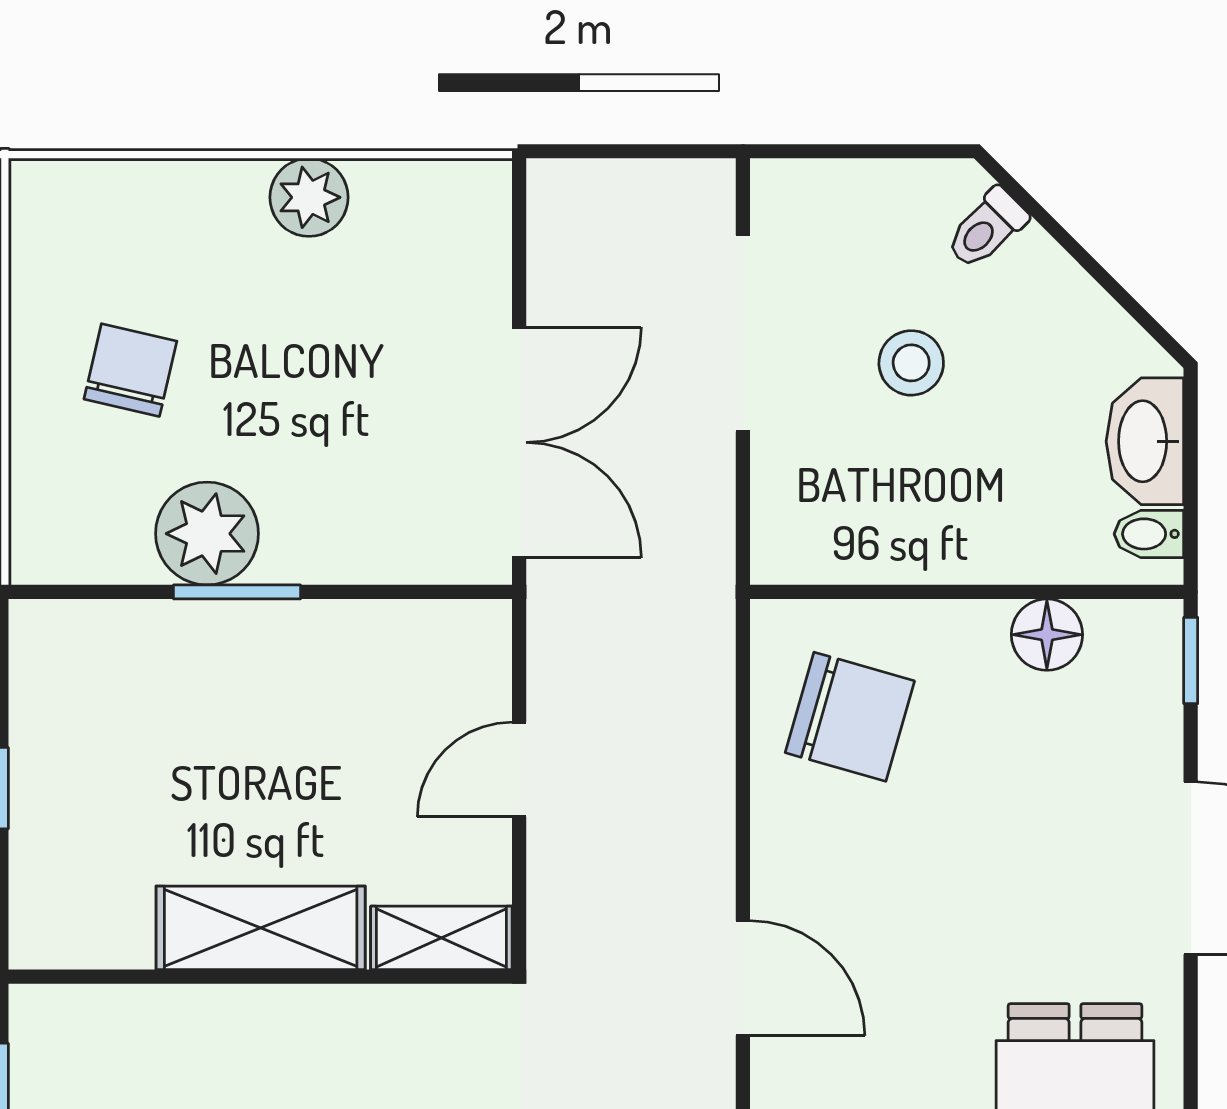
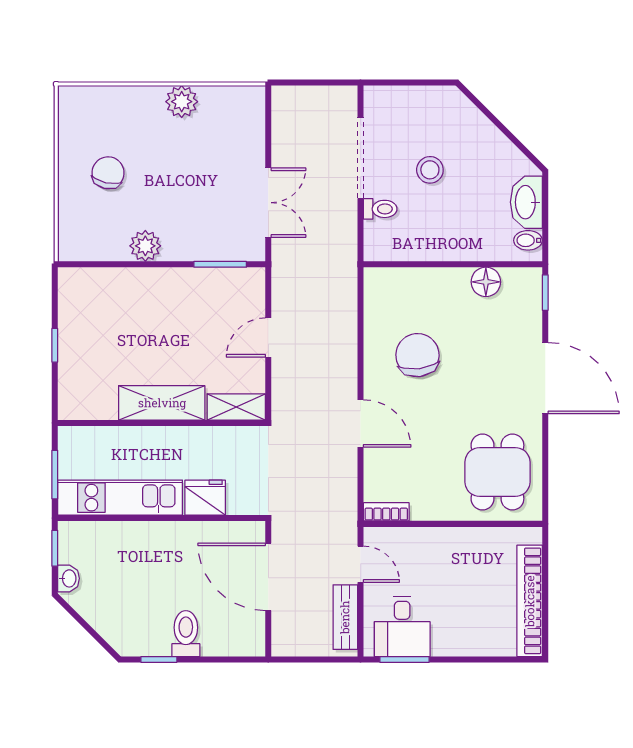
toilet: (987, 229) -> (380, 209), moved, turned -135
double door: (519, 442) -> (268, 203), width x0.73
plant: (207, 534) -> (145, 246), width x0.73, depth x0.73
window: (237, 592) -> (220, 264), moved
chair: (850, 717) -> (417, 355), moved, turned -113

